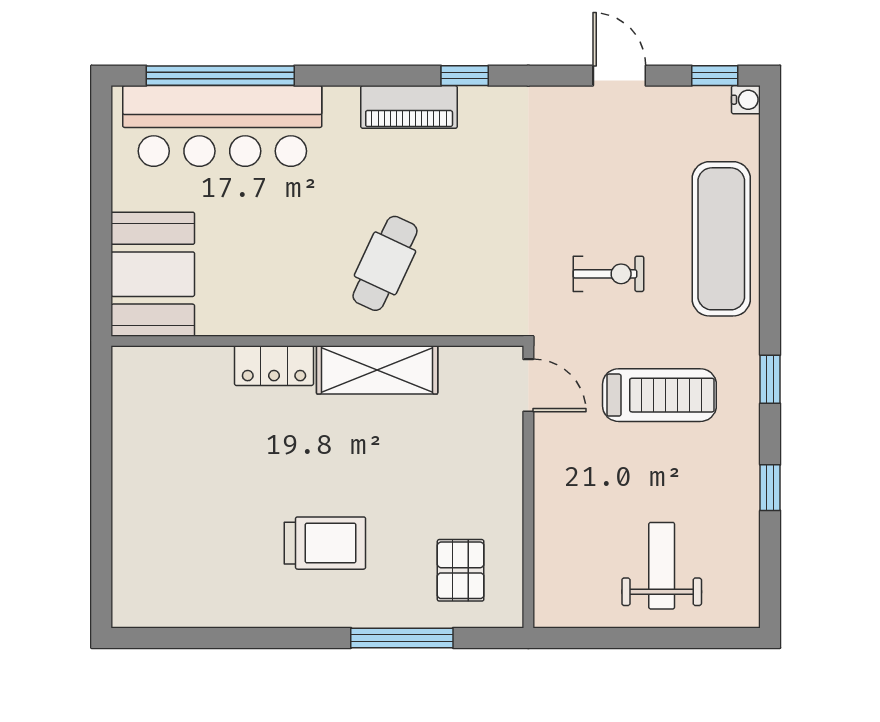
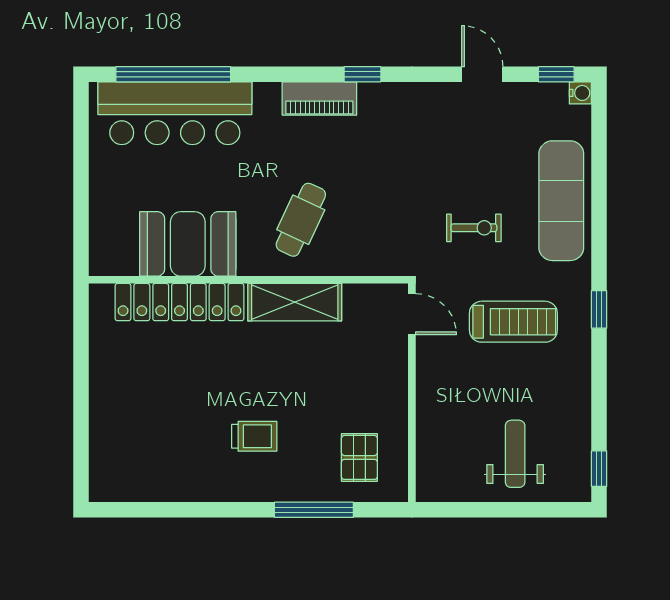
booth: (153, 274) -> (188, 244), moved, turned 90
locker: (274, 366) -> (179, 302), width x2.16, depth x1.21
window: (770, 488) -> (599, 469), moved
trolley: (325, 543) -> (254, 436), width x0.73, depth x0.72

